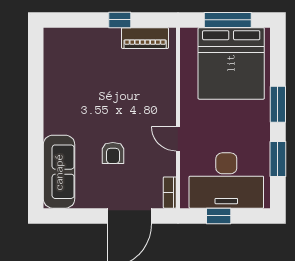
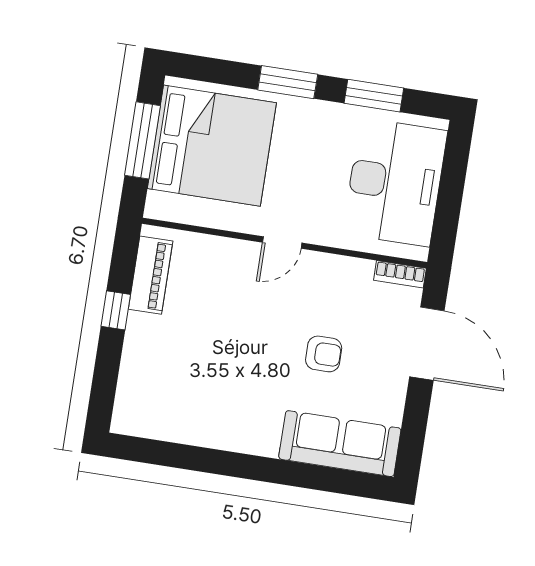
door: (178, 139) -> (282, 243), moved
window: (219, 216) -> (449, 203), removed

